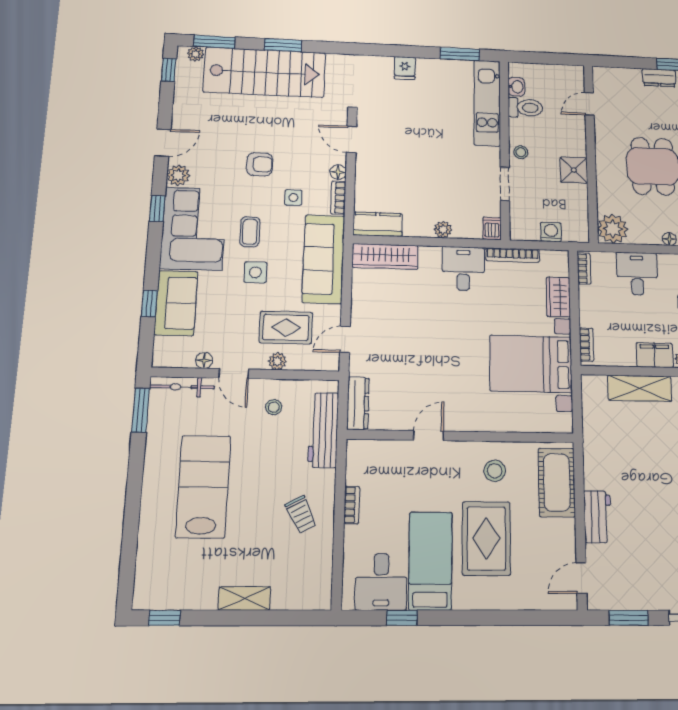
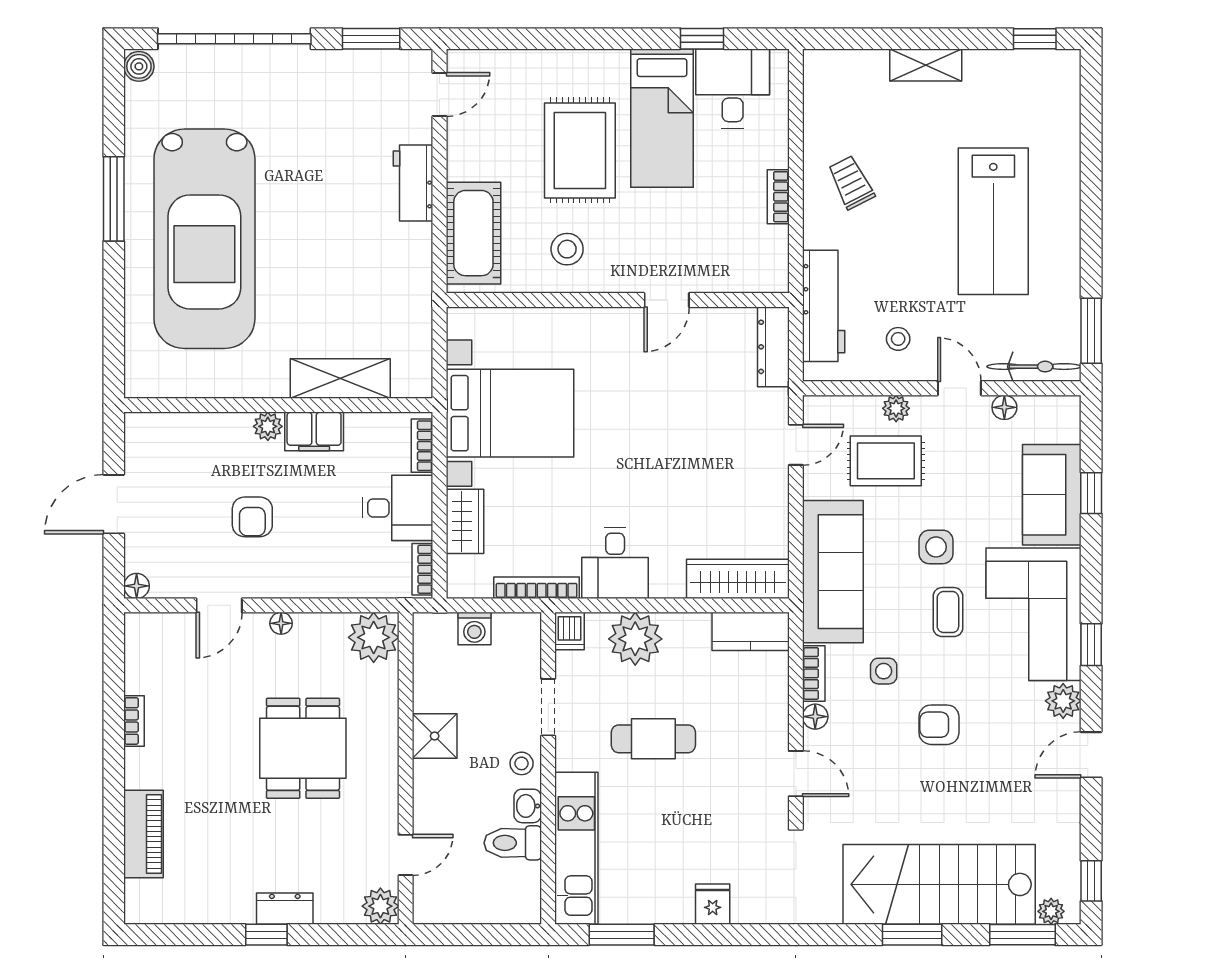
plant: (603, 76) -> (380, 906), added
washbasin: (516, 87) -> (528, 806), moved
cafe table: (440, 163) -> (653, 739), added
plant: (443, 230) -> (635, 639), width x1.87, depth x1.87
desk: (637, 274) -> (397, 508), moved, turned -90

